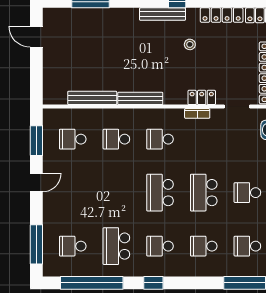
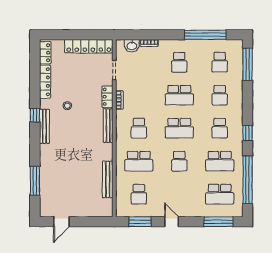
bench: (140, 98) -> (108, 125), moved
school desk: (116, 139) -> (139, 161), width x1.85
school desk: (116, 193) -> (179, 161), added
school desk: (73, 246) -> (220, 194), width x1.85

